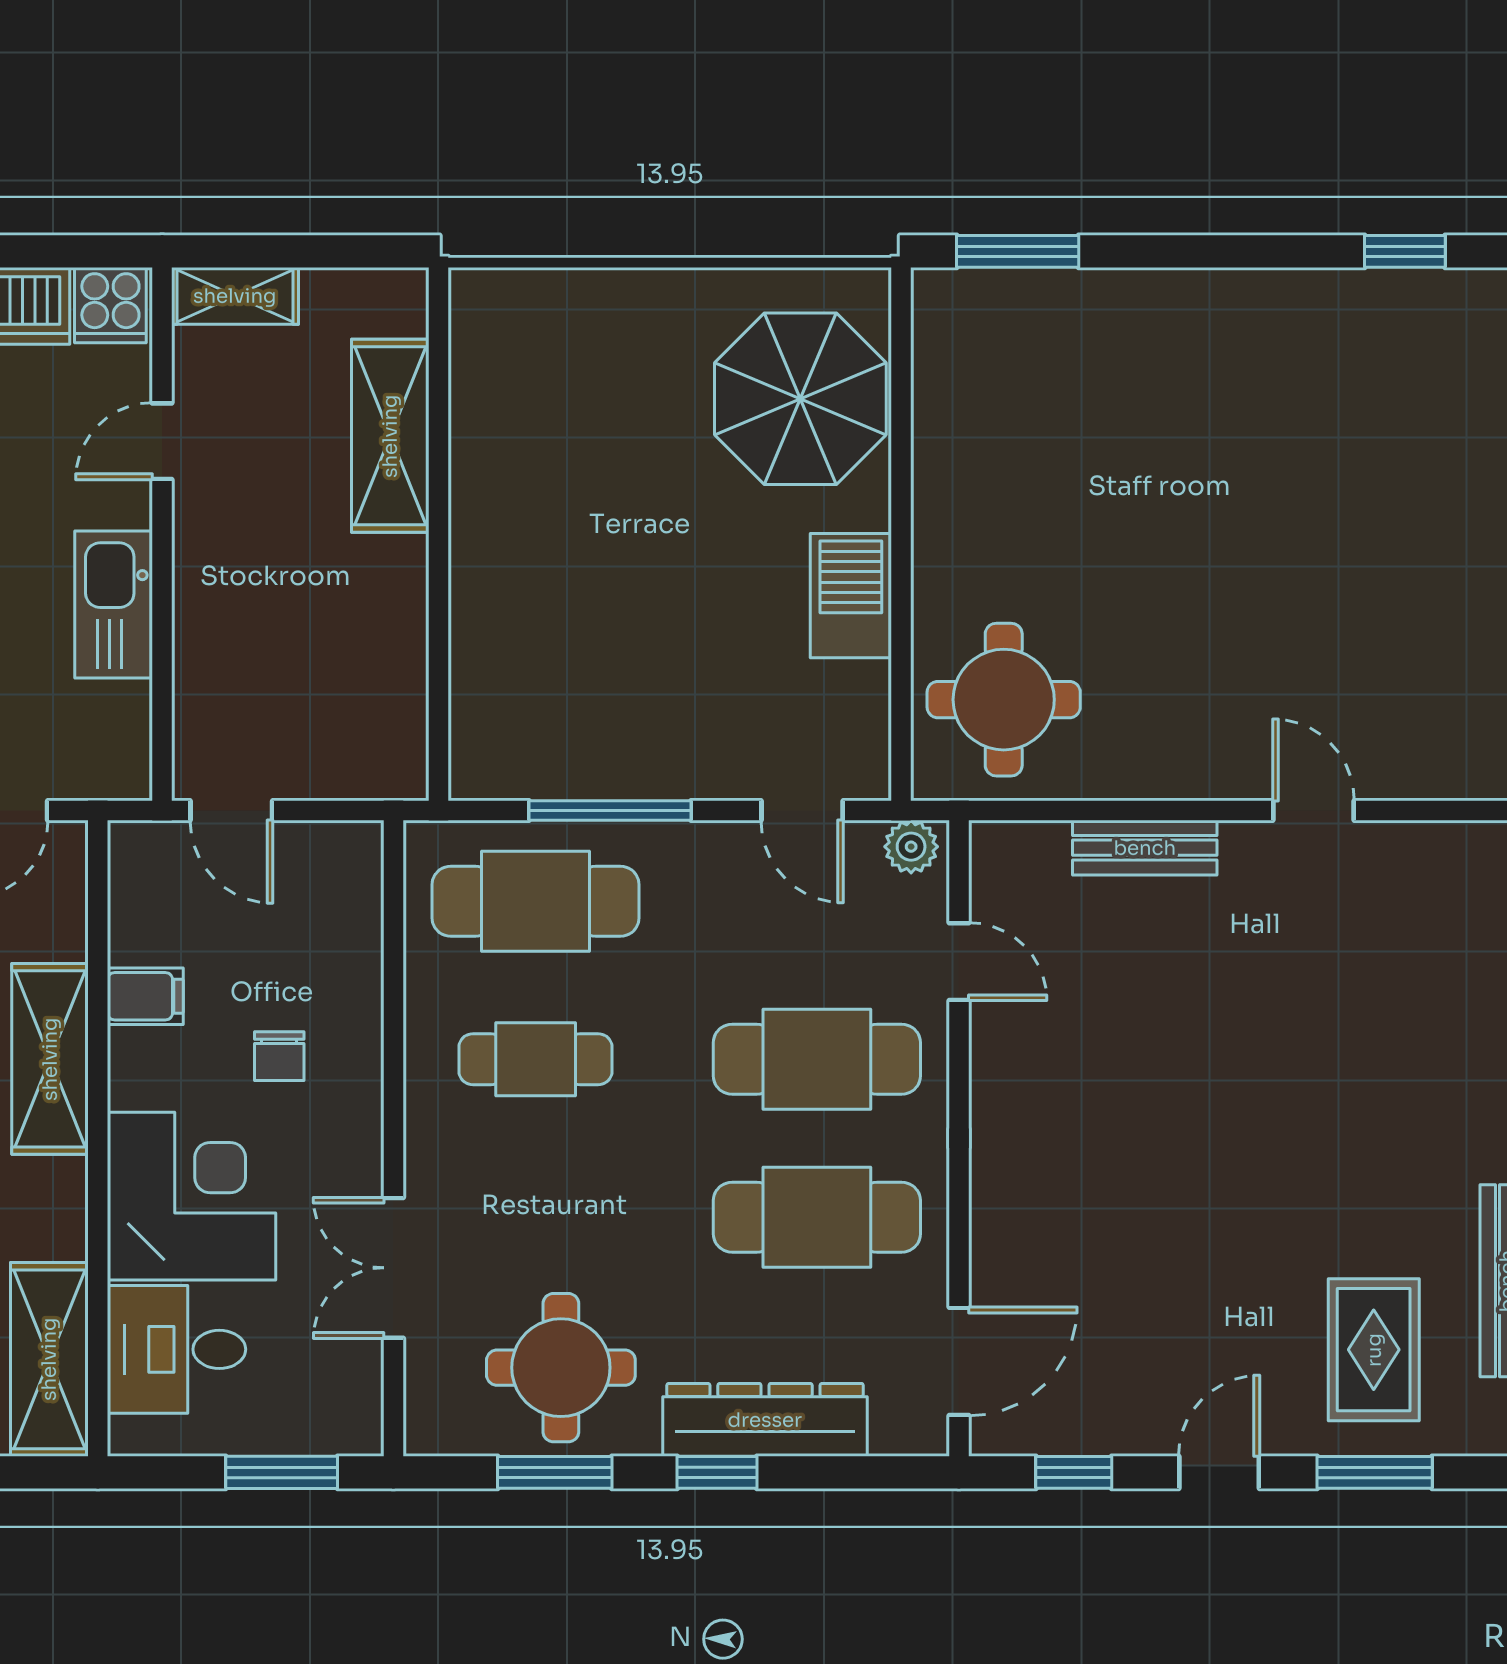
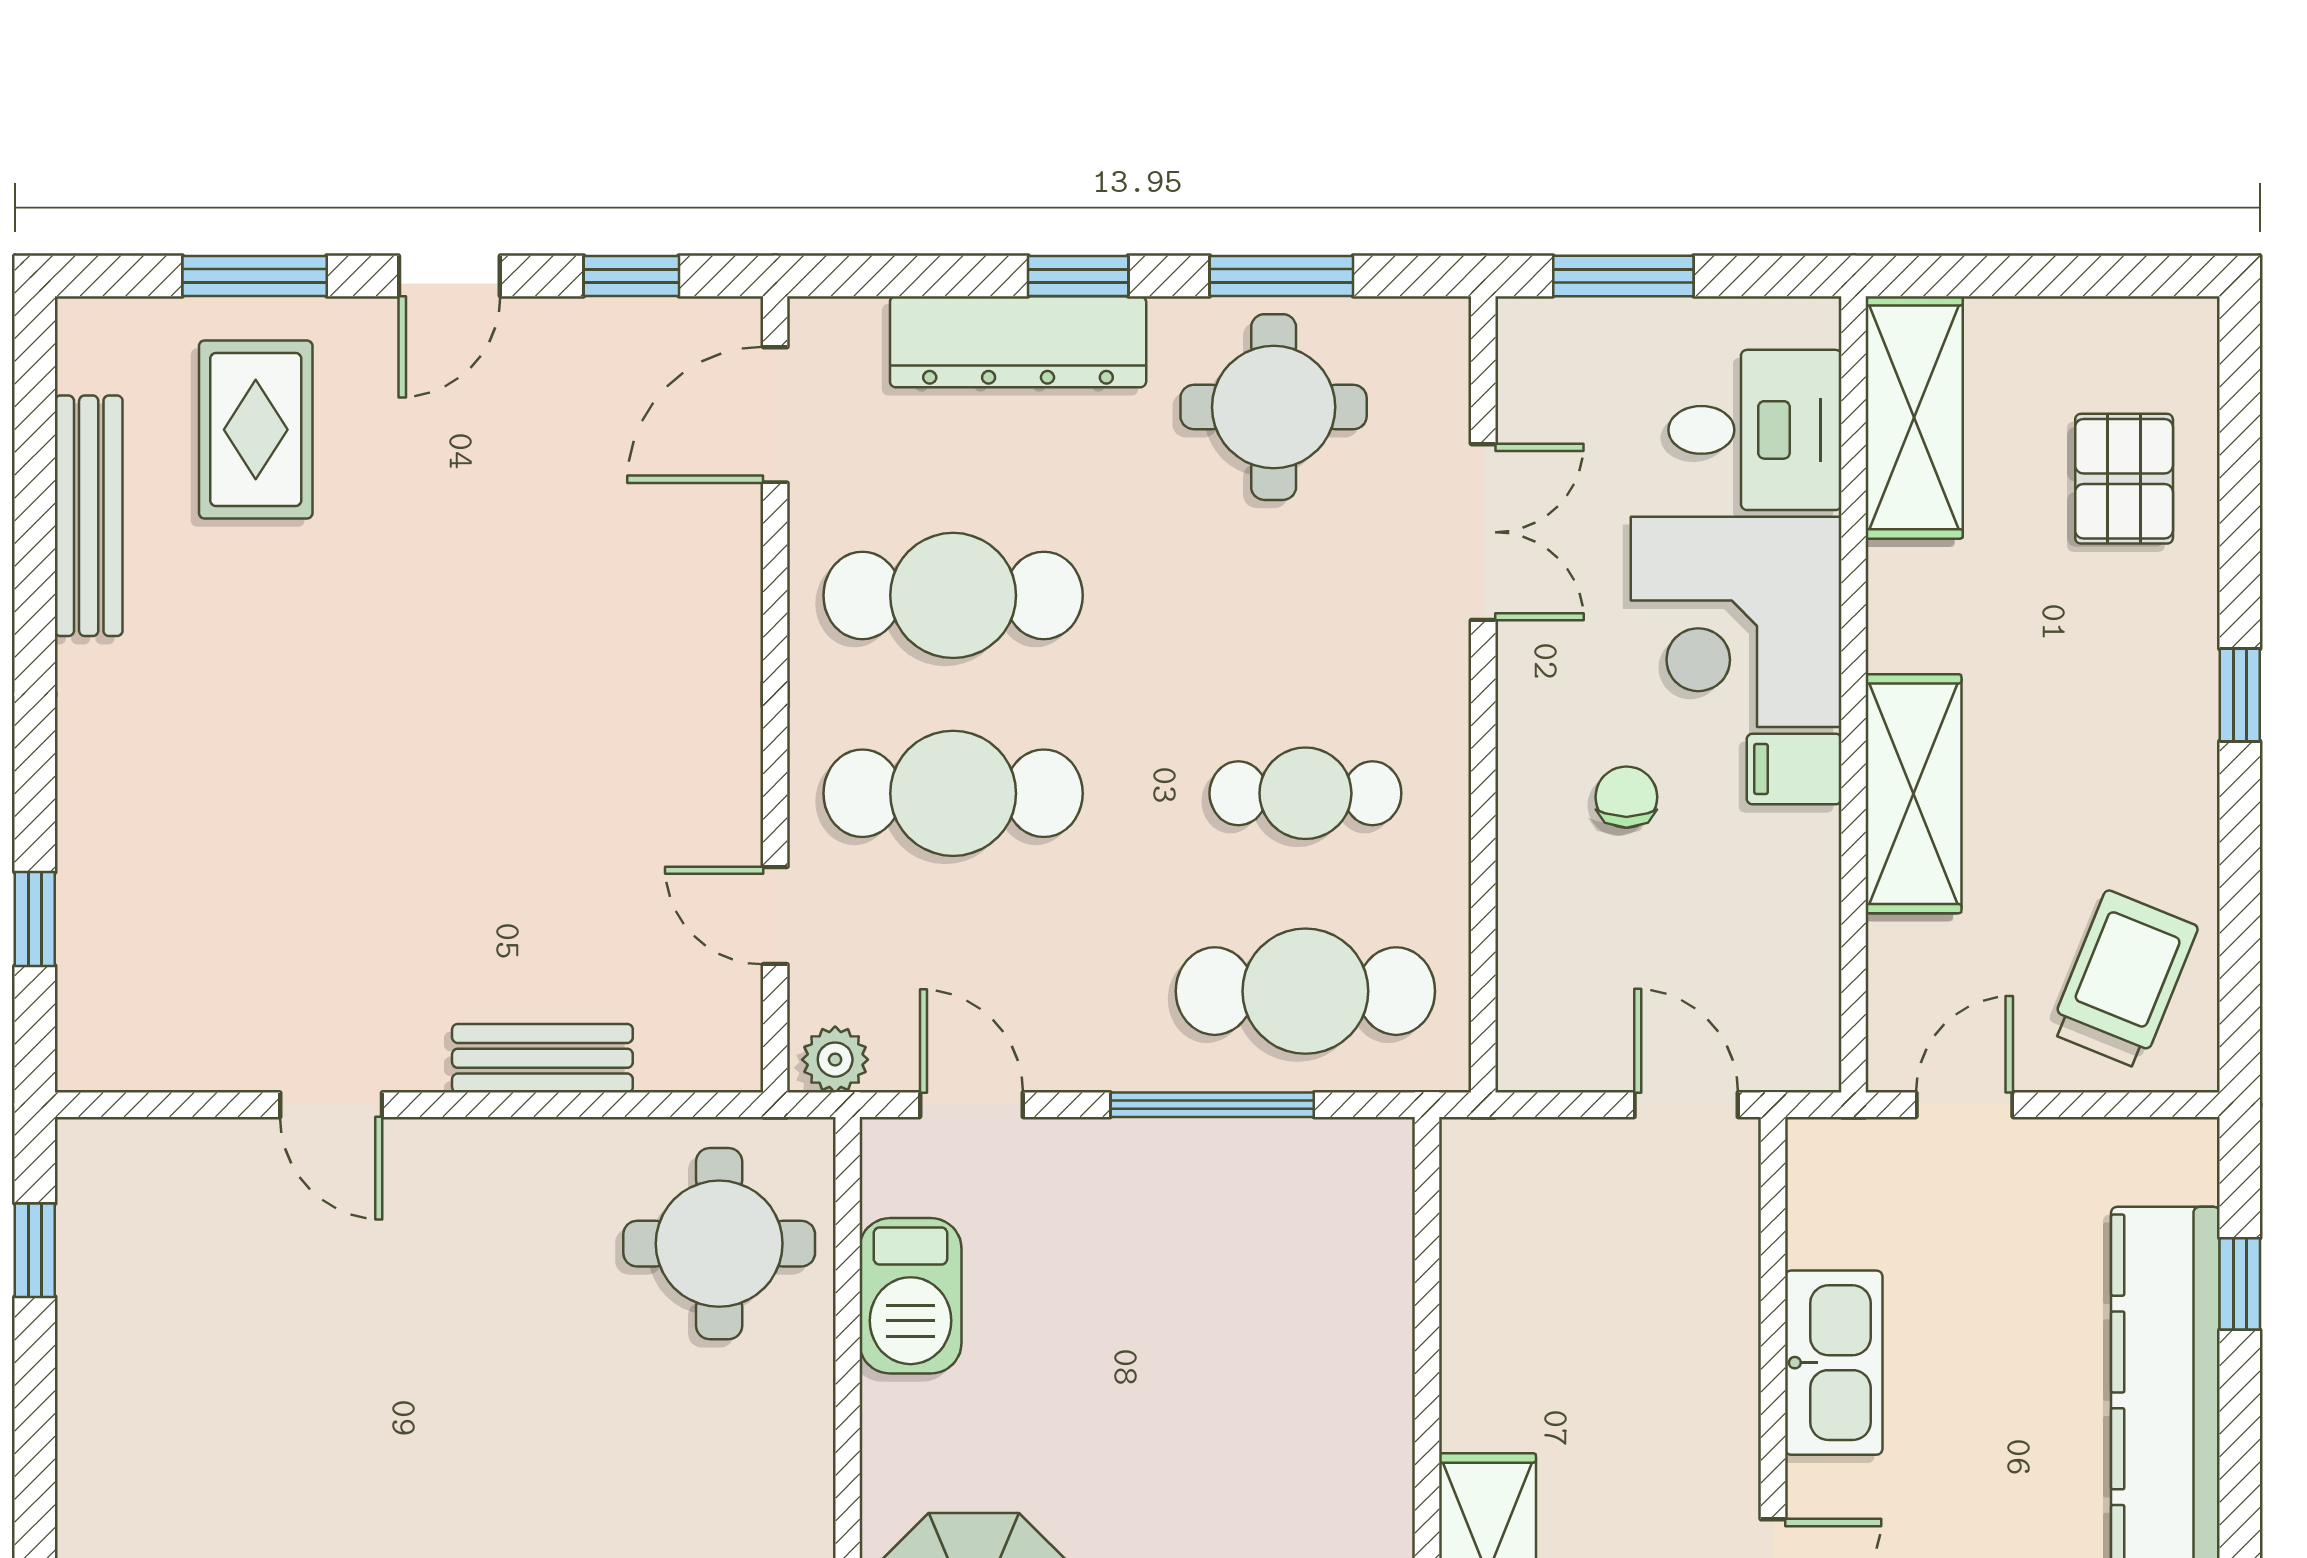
barbecue: (851, 596) -> (910, 1296), moved
filing cabinet: (145, 996) -> (1794, 769), moved

